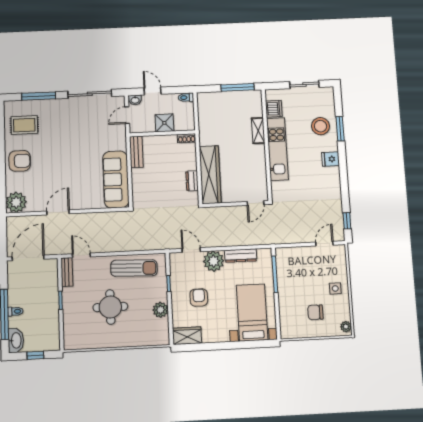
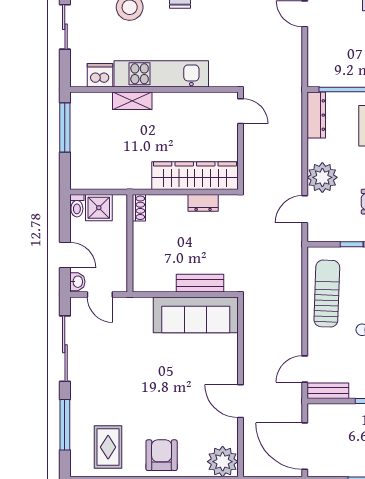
door: (153, 91) -> (65, 255), swing flipped
shower: (164, 123) -> (99, 208), moved
bench: (136, 152) -> (200, 283), moved
dresser: (241, 256) -> (316, 115), moved

